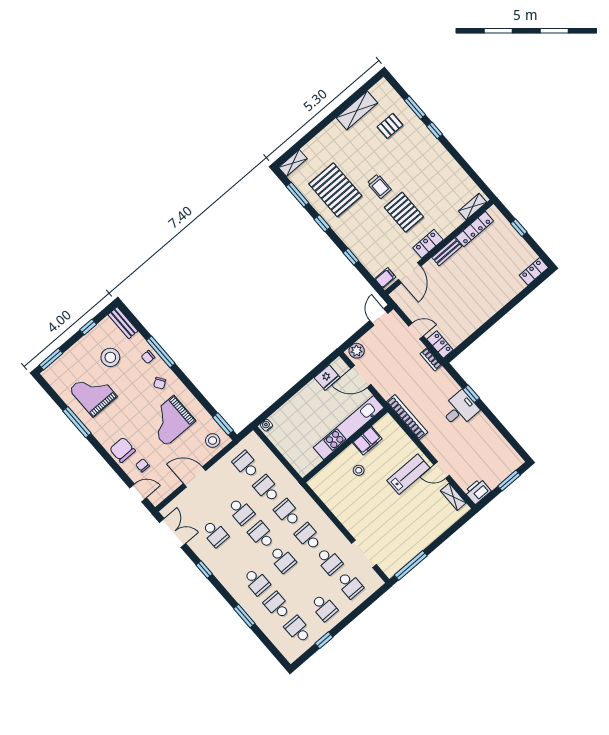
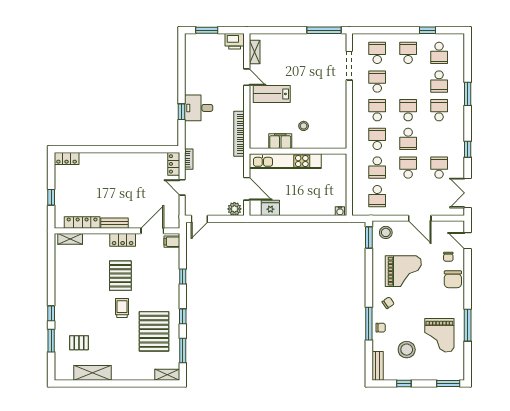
school desk: (288, 513) -> (377, 139), turned 180
school desk: (308, 537) -> (377, 110), turned 180

